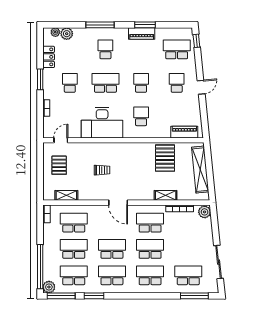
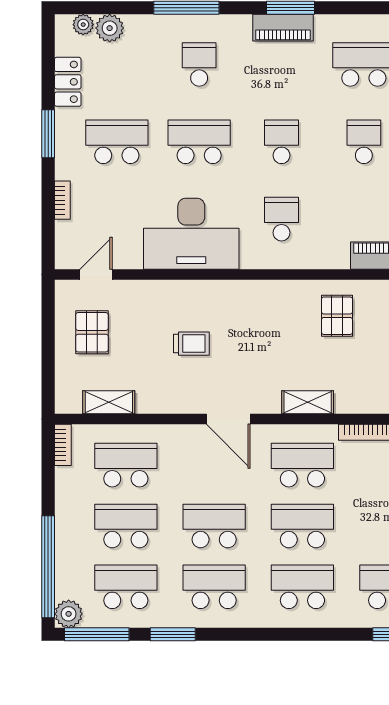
school desk: (70, 83) -> (117, 142), width x1.85
pallet: (165, 158) -> (337, 316), width x0.67, depth x0.71
shelving: (166, 195) -> (308, 402), moved

